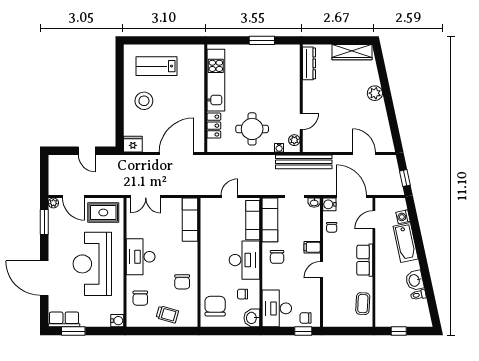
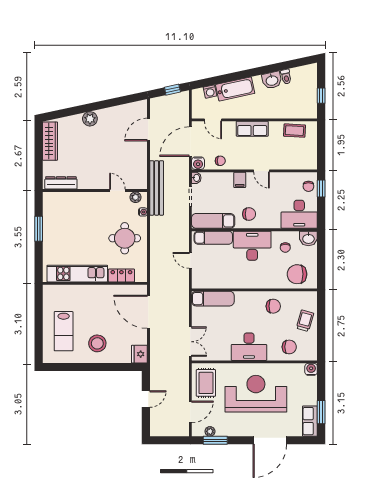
plant: (53, 203) -> (210, 431), moved
reception desk: (92, 264) -> (256, 394), turned 180

